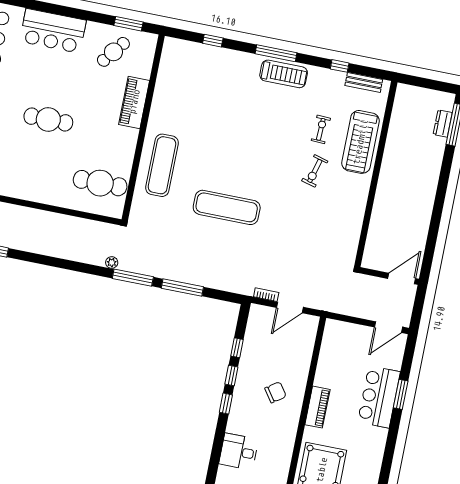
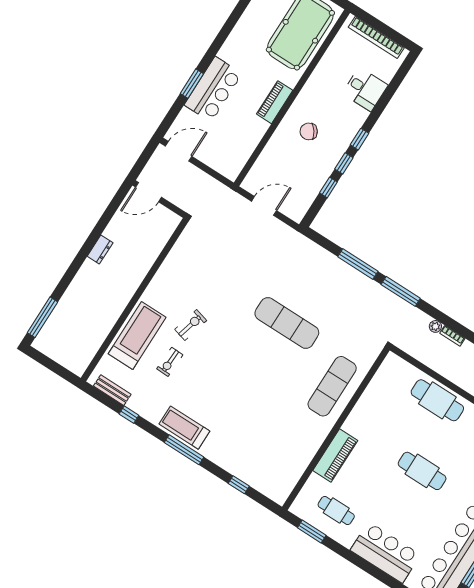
cafe table: (113, 52) -> (336, 511), turned 52
dresser: (443, 124) -> (100, 250), moved
cafe table: (100, 183) -> (437, 400), moved
plant: (112, 263) -> (435, 326), moved
bookcase: (266, 295) -> (452, 336), moved

